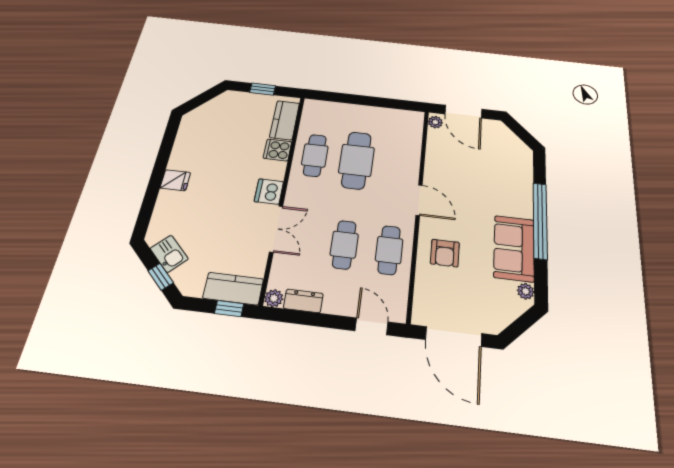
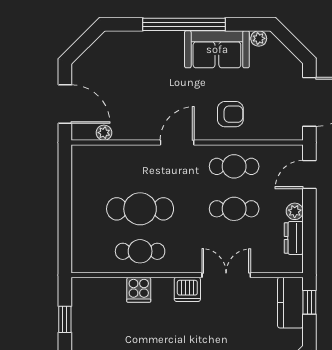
door: (463, 112) -> (65, 104), hinge flipped
kitchen counter: (285, 120) -> (102, 289), removed
plant: (435, 122) -> (104, 133), moved
plant: (274, 298) -> (295, 211), moved

